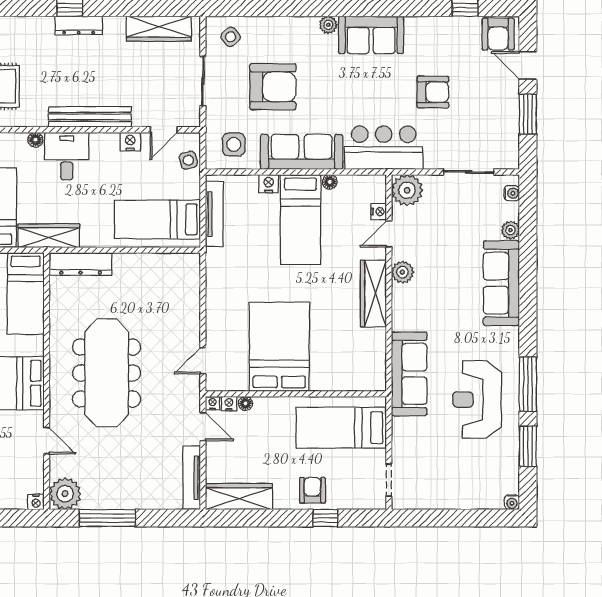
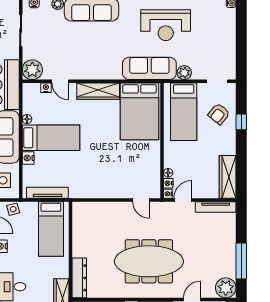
plant: (402, 272) -> (184, 73), moved
bed: (279, 347) -> (140, 111), moved, turned -90
armchair: (312, 490) -> (219, 114), moved, turned -51

